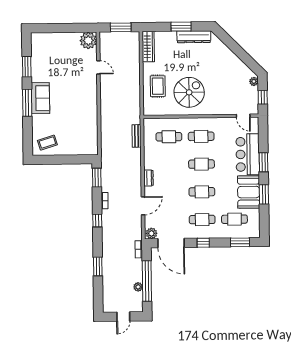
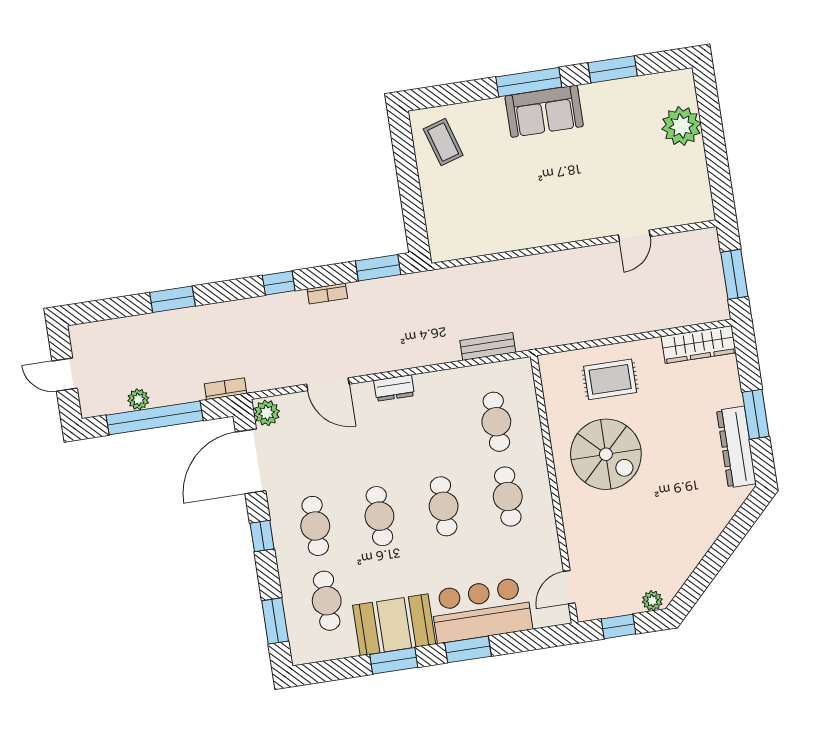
plant: (88, 41) -> (681, 126), moved

